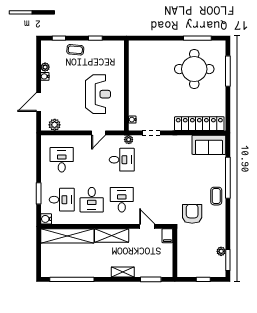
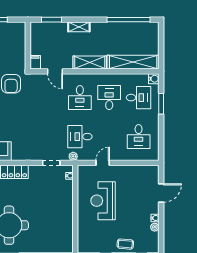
plant: (55, 125) -> (146, 171), removed
desk: (62, 200) -> (139, 98), turned 180

